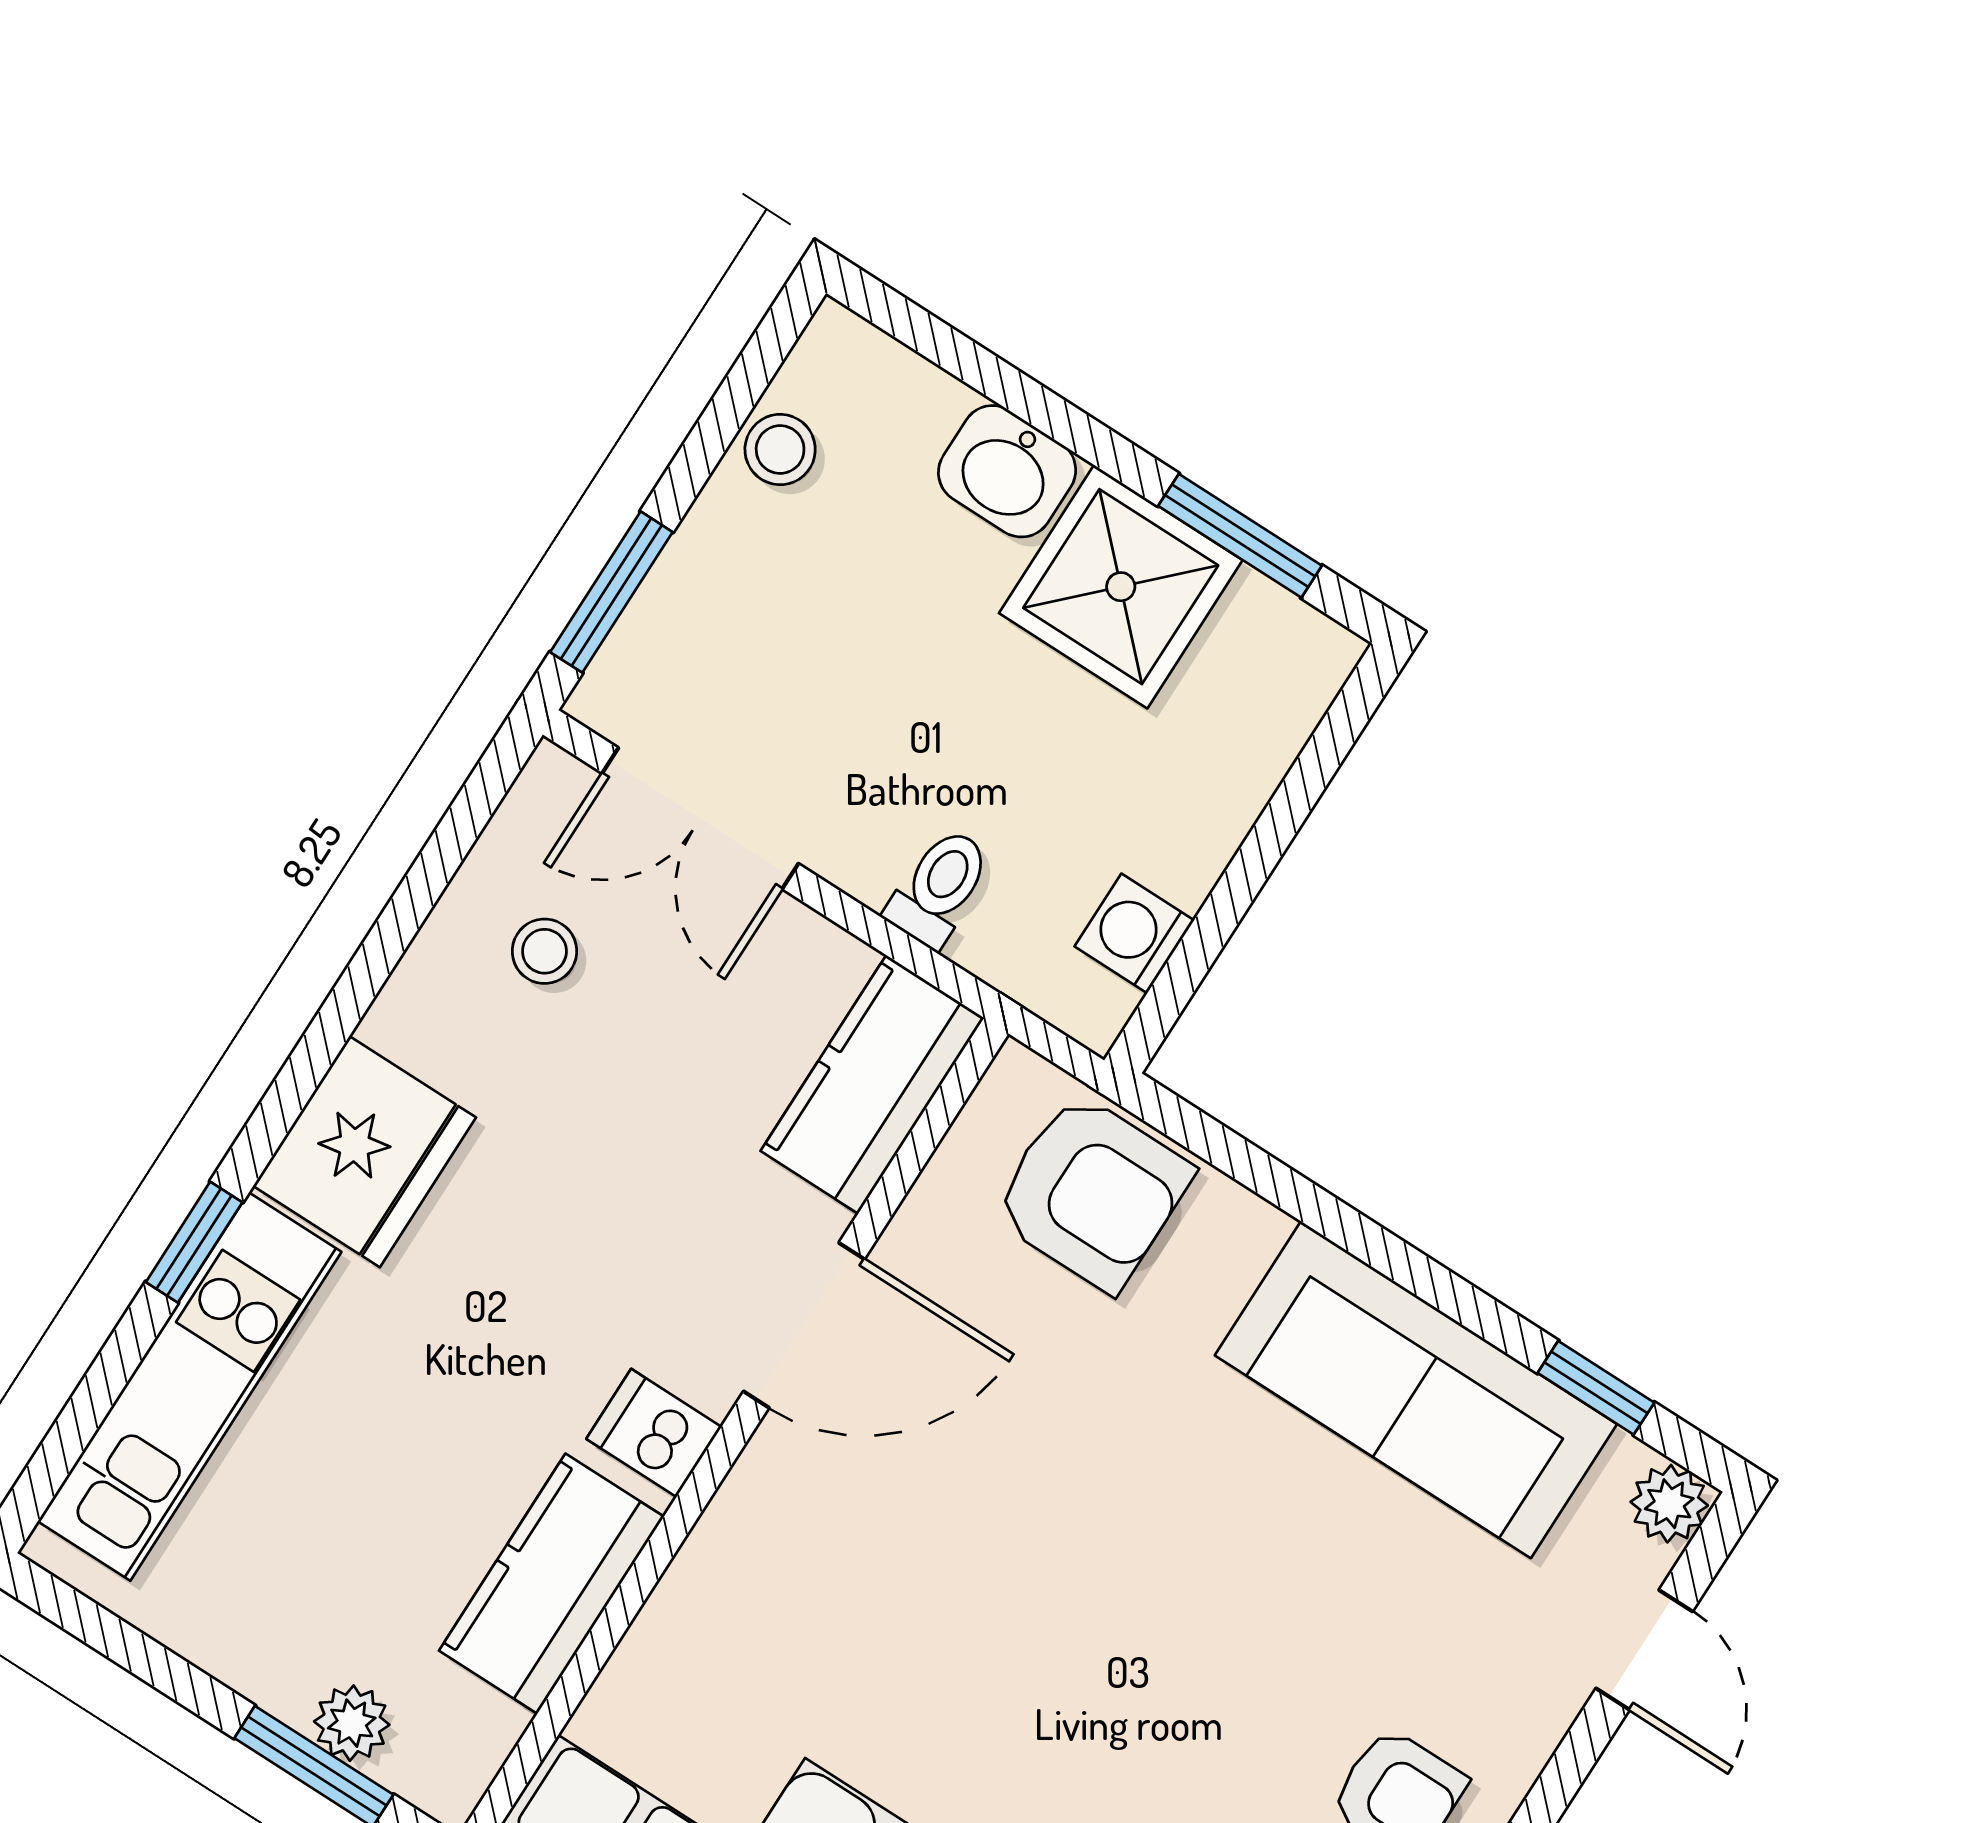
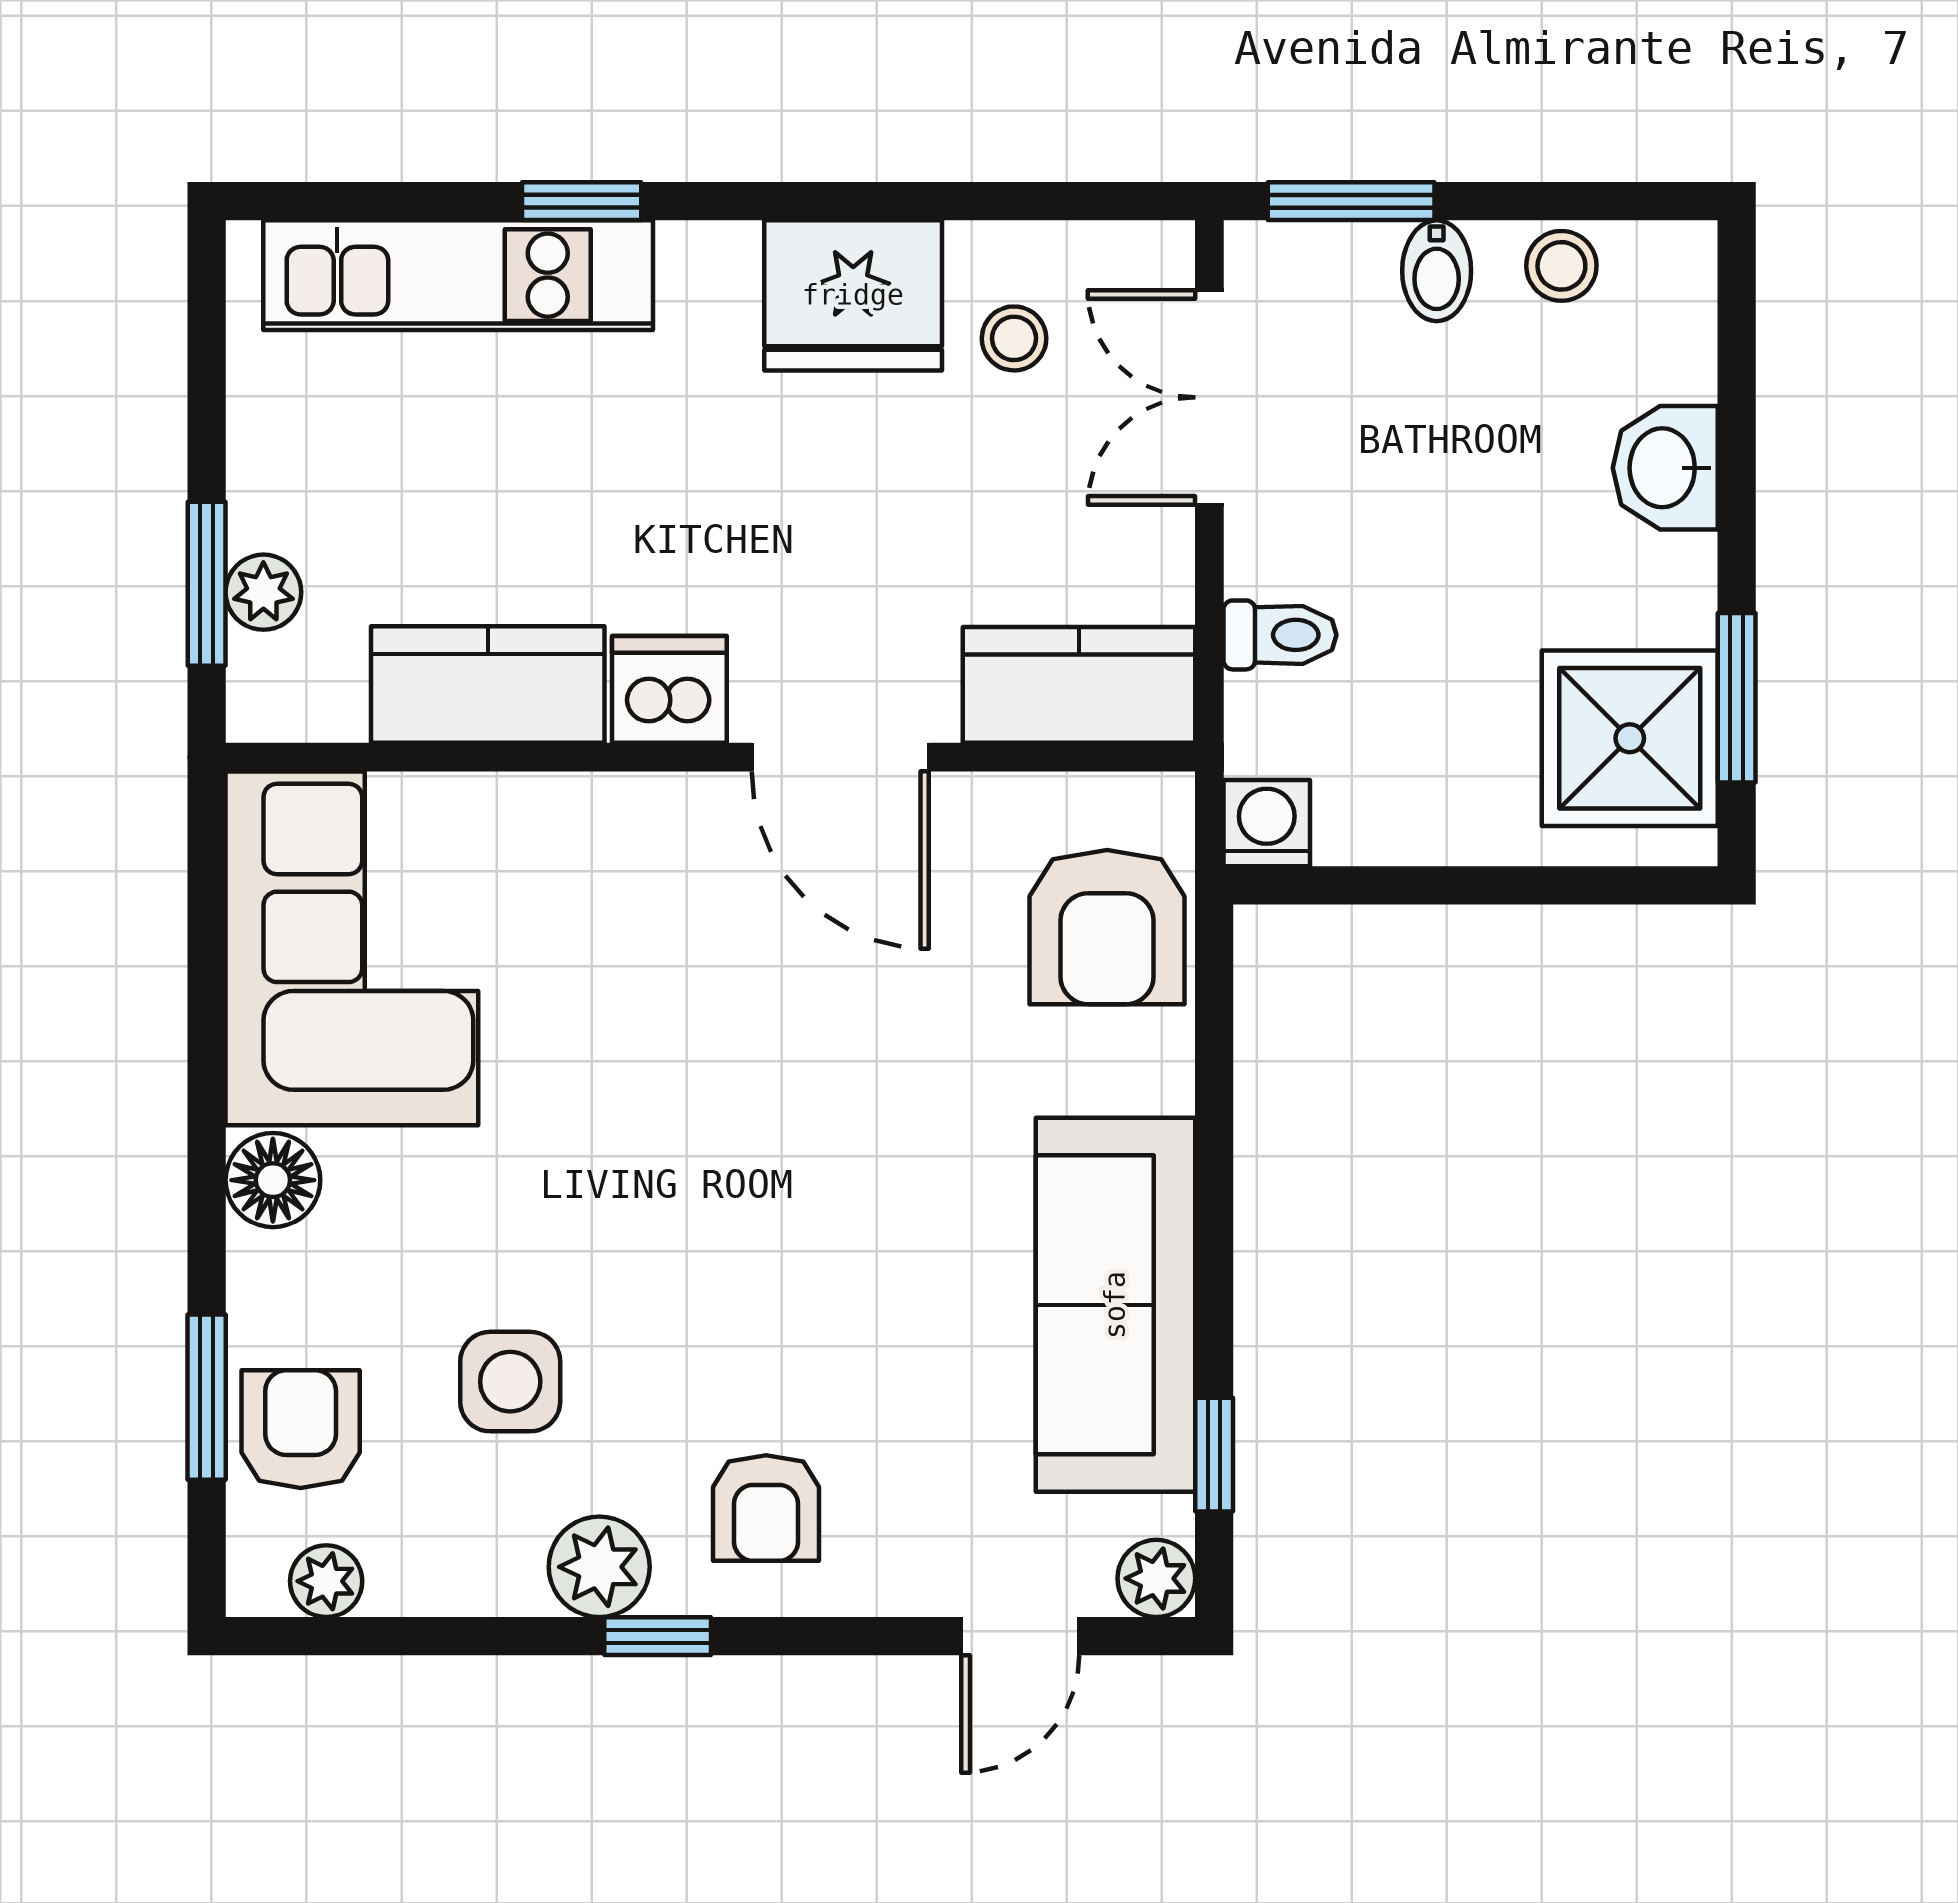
bidet: (717, 558) -> (1437, 271), added
shower: (1121, 587) -> (1630, 738), moved
washing machine: (1134, 933) -> (1267, 823), moved
fridge: (365, 1152) -> (853, 295), moved
dishwasher: (654, 1433) -> (669, 689), width x1.38

